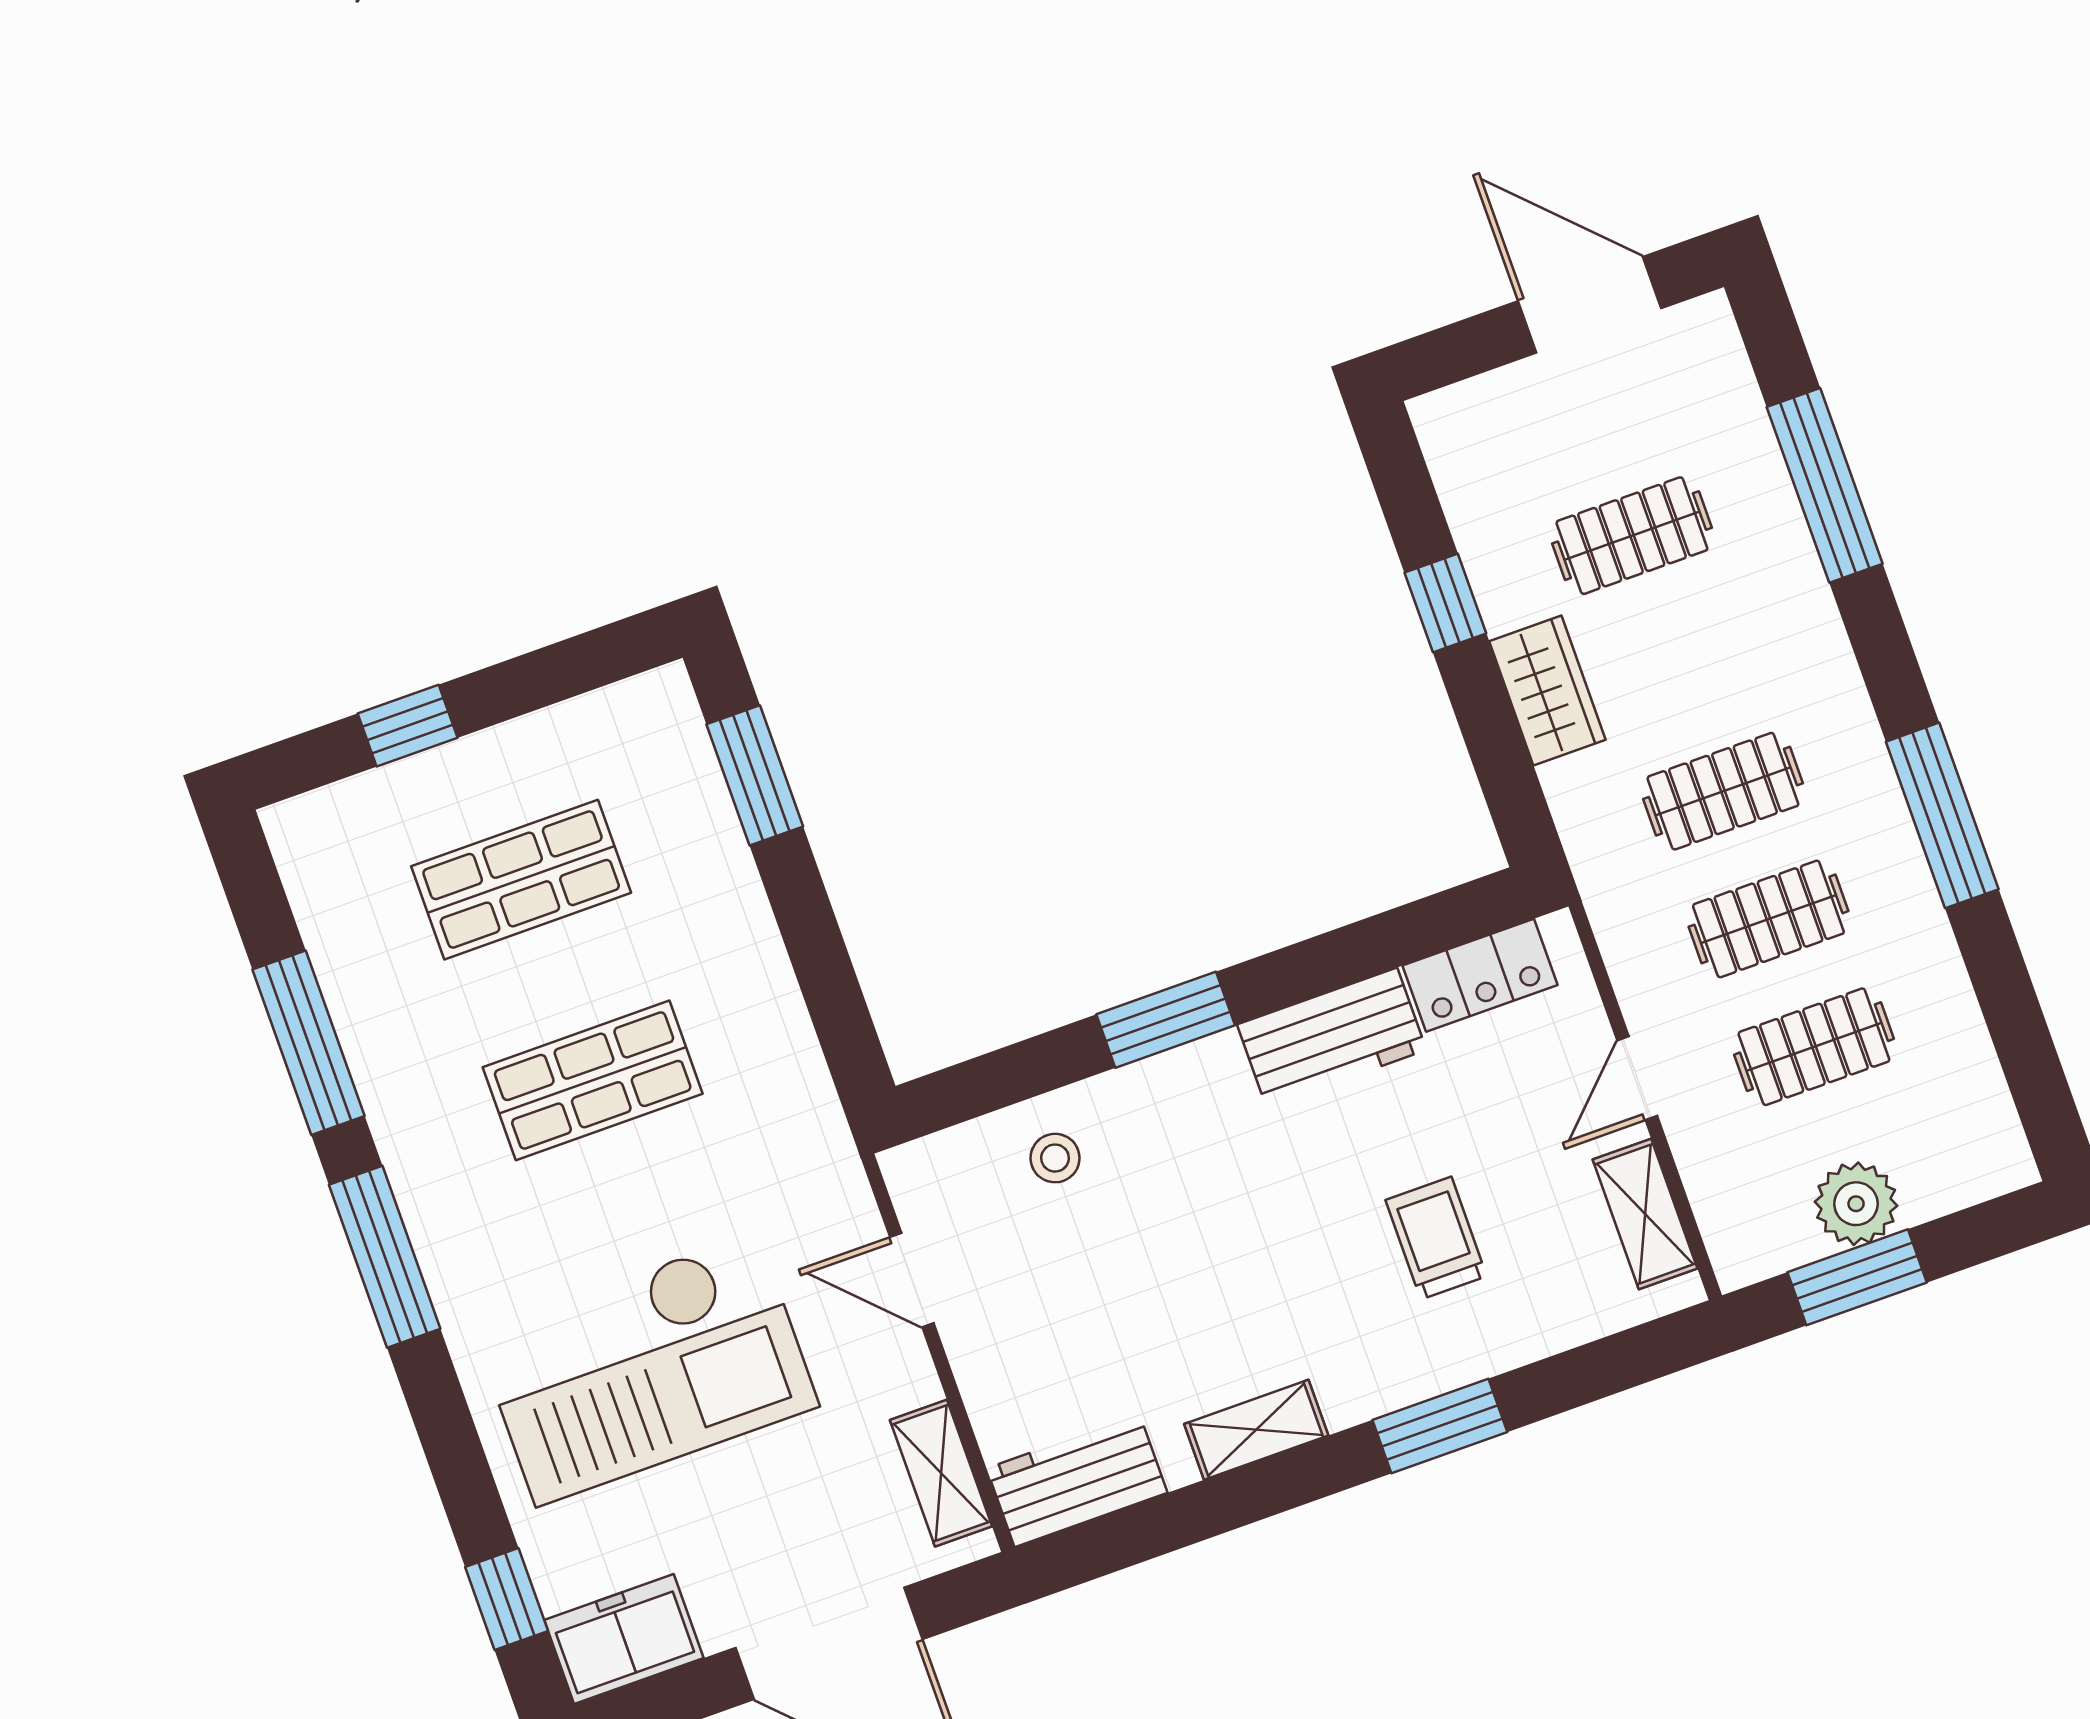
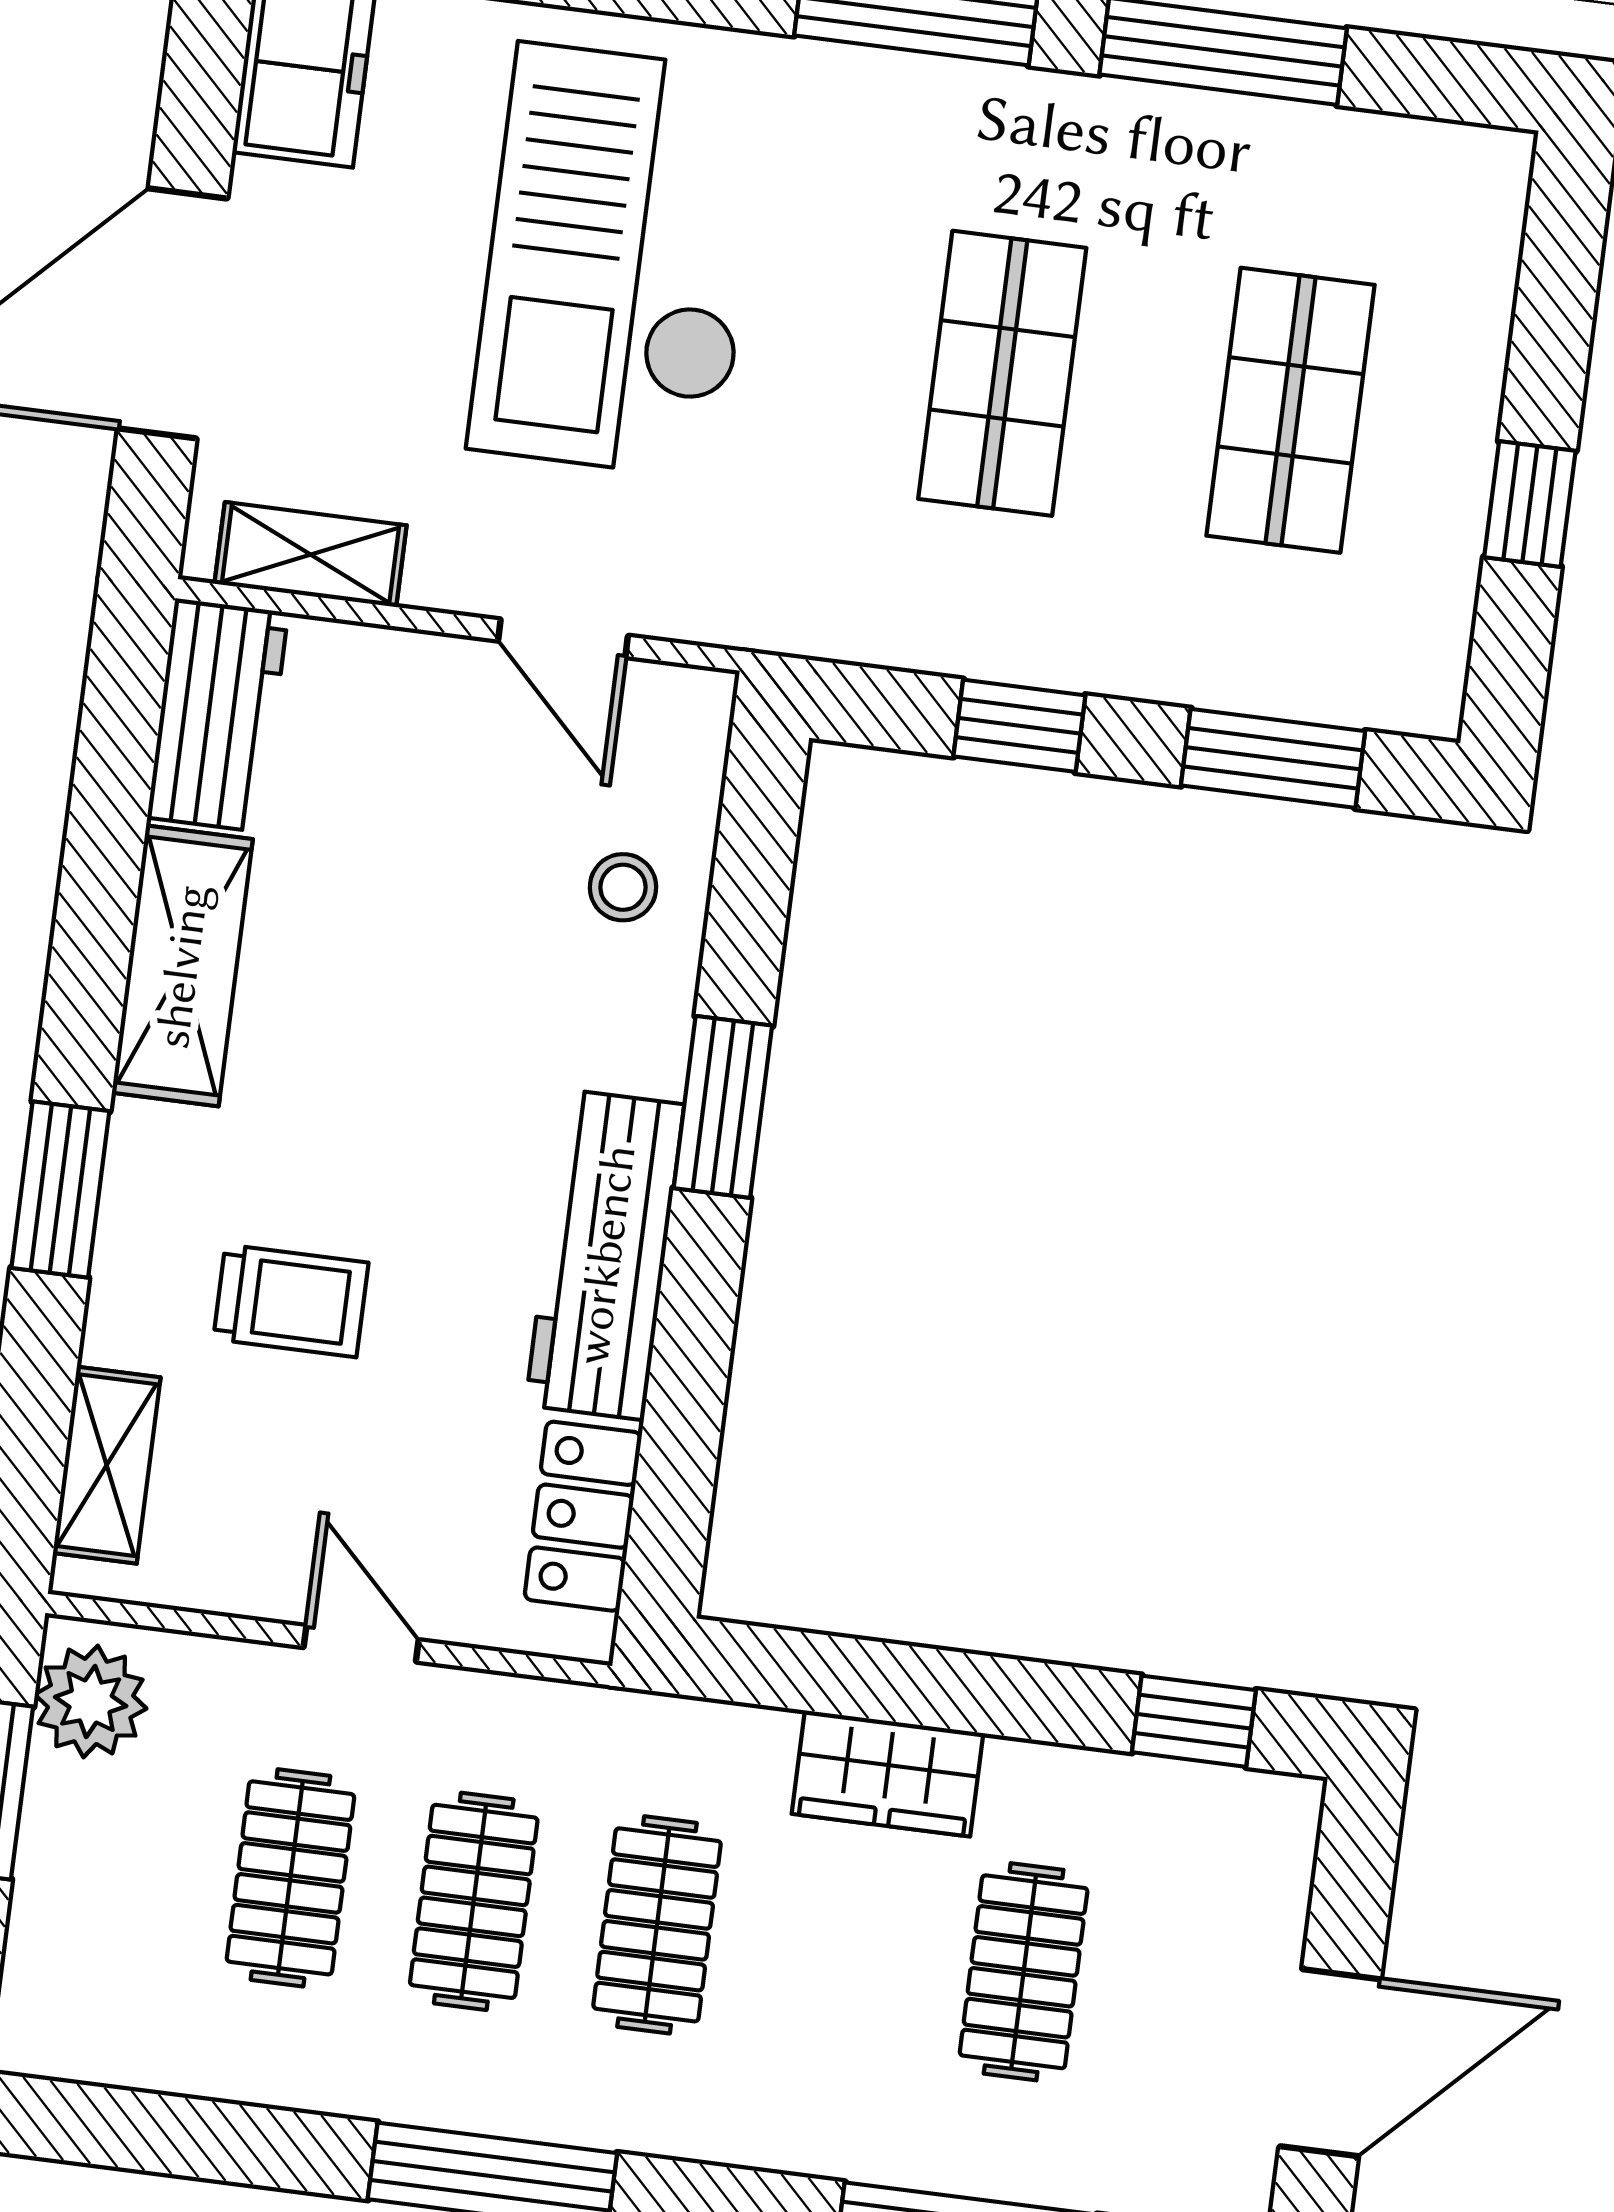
window: (1445, 603) -> (1194, 1721), moved
window: (408, 726) -> (1530, 504), moved
window: (818, 952) -> (1019, 726), added
workbench: (1332, 1037) -> (605, 1255), width x1.38
plant: (1856, 1204) -> (91, 1701), moved
shelving: (1645, 1214) -> (107, 1465), moved, turned 90
door: (912, 1280) -> (563, 638), swing flipped
shelving: (1256, 1430) -> (182, 966), width x1.50, depth x1.33

